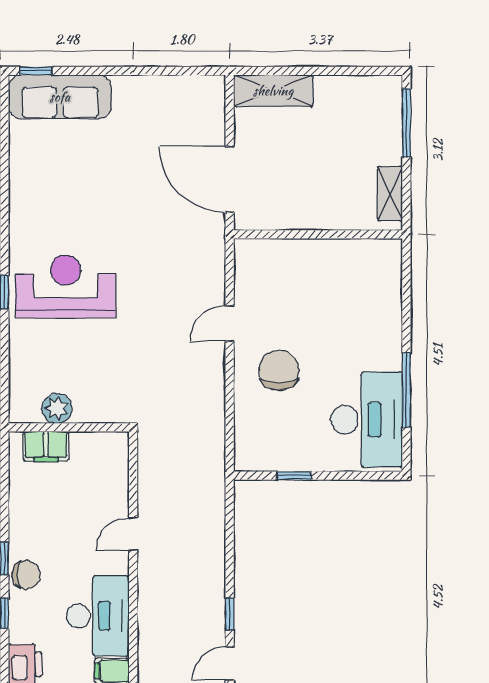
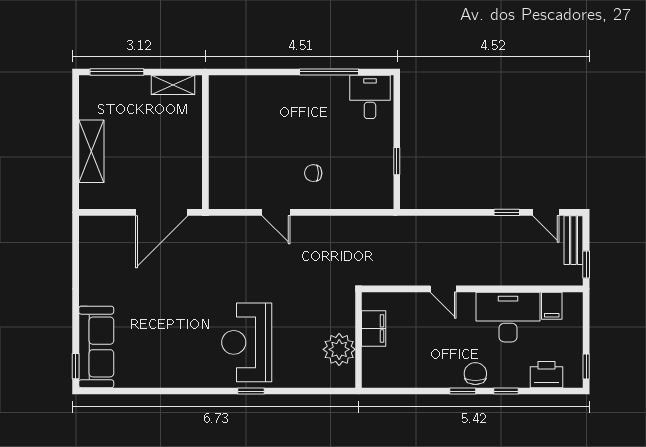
shelving: (273, 91) -> (91, 151), moved
chair: (279, 370) -> (313, 173), width x0.54, depth x0.54
plant: (57, 408) -> (339, 349), width x1.36, depth x1.36
desk: (367, 420) -> (370, 97), width x0.53, depth x0.77
filing cabinet: (46, 446) -> (374, 328), moved

